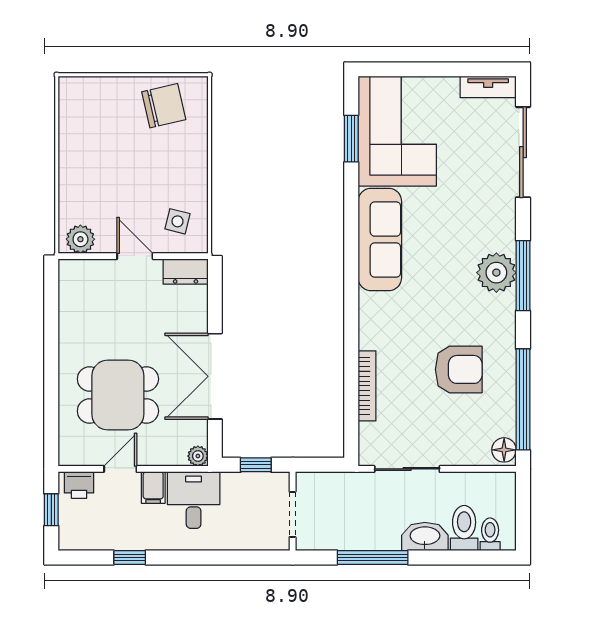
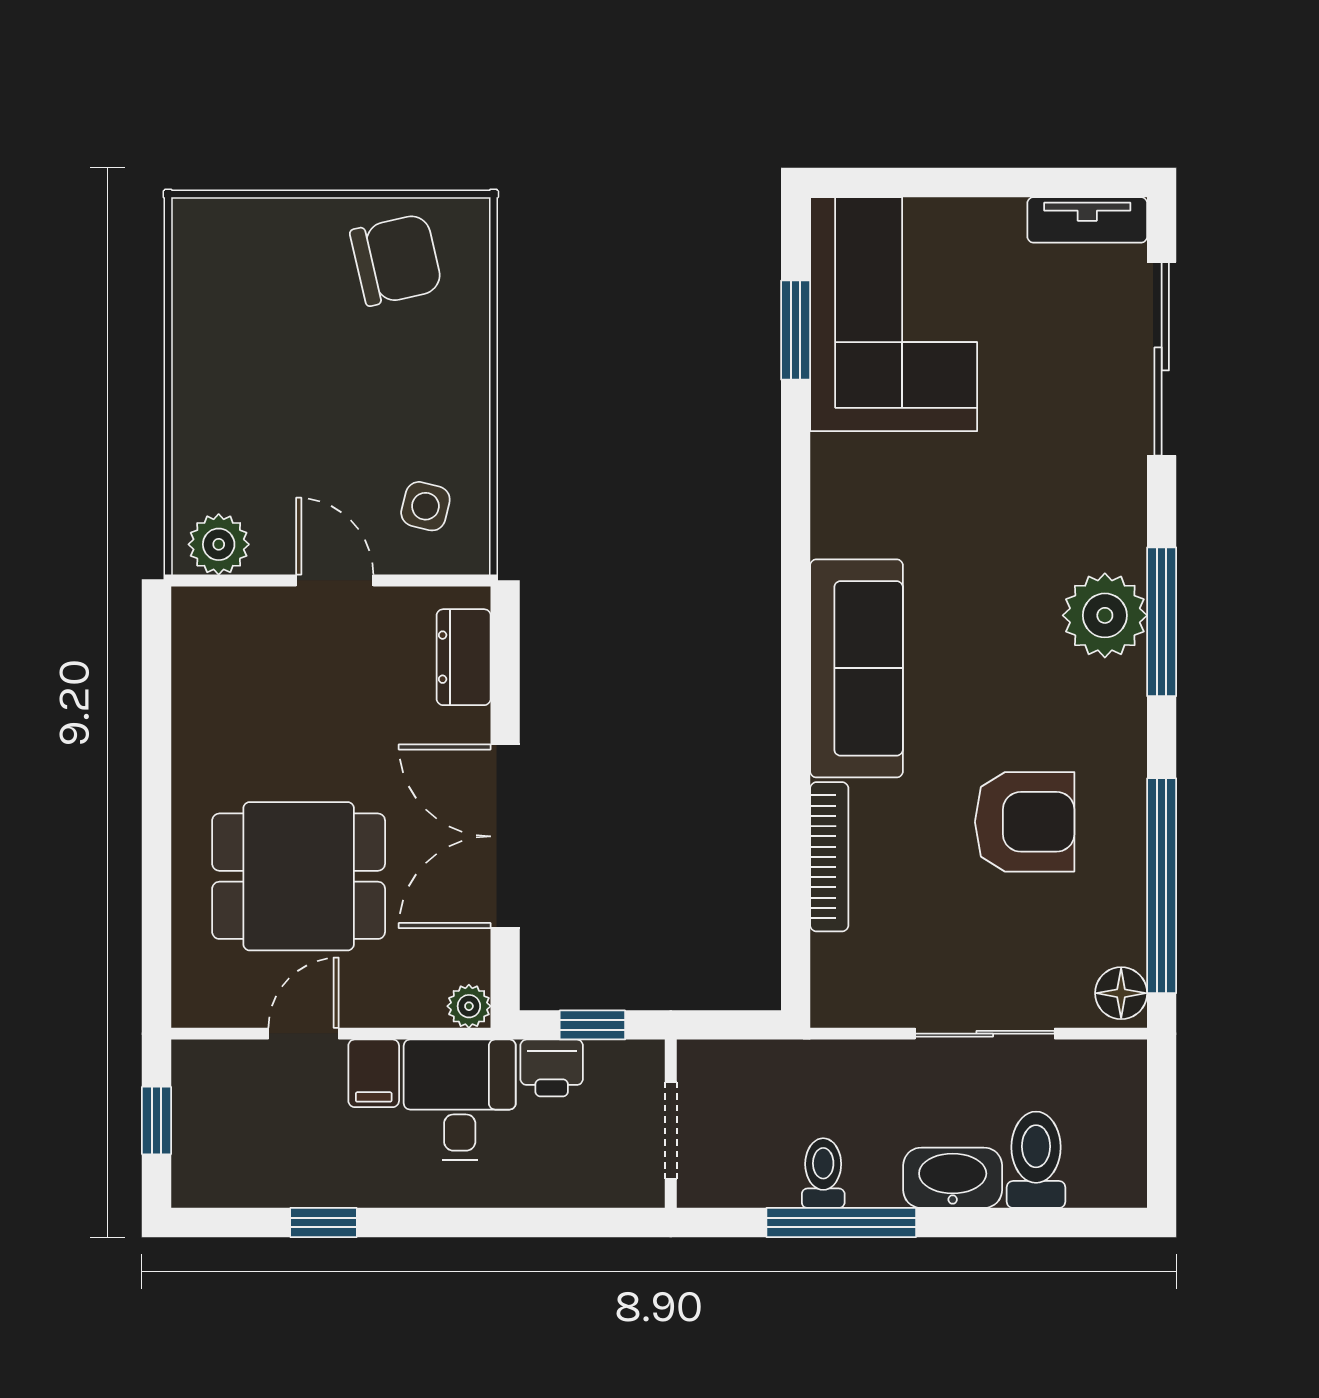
sofa: (380, 240) -> (857, 668), moved
dresser: (186, 272) -> (464, 657), moved, turned 90
sliding door: (407, 469) -> (985, 1034), moved
printer: (79, 485) -> (552, 1068), moved
toilet: (490, 534) -> (823, 1173), moved

